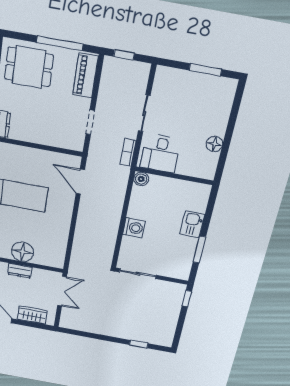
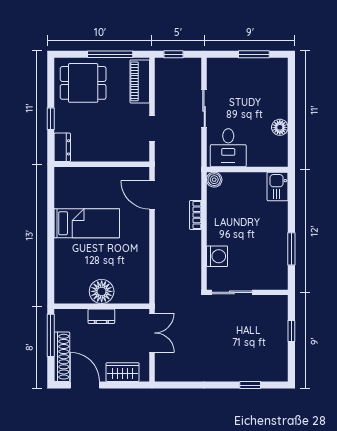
bookcase: (128, 152) -> (196, 215), moved
kitchen sink: (192, 224) -> (278, 186), moved
washing machine: (134, 228) -> (217, 256), moved
window: (187, 299) -> (291, 331), moved

